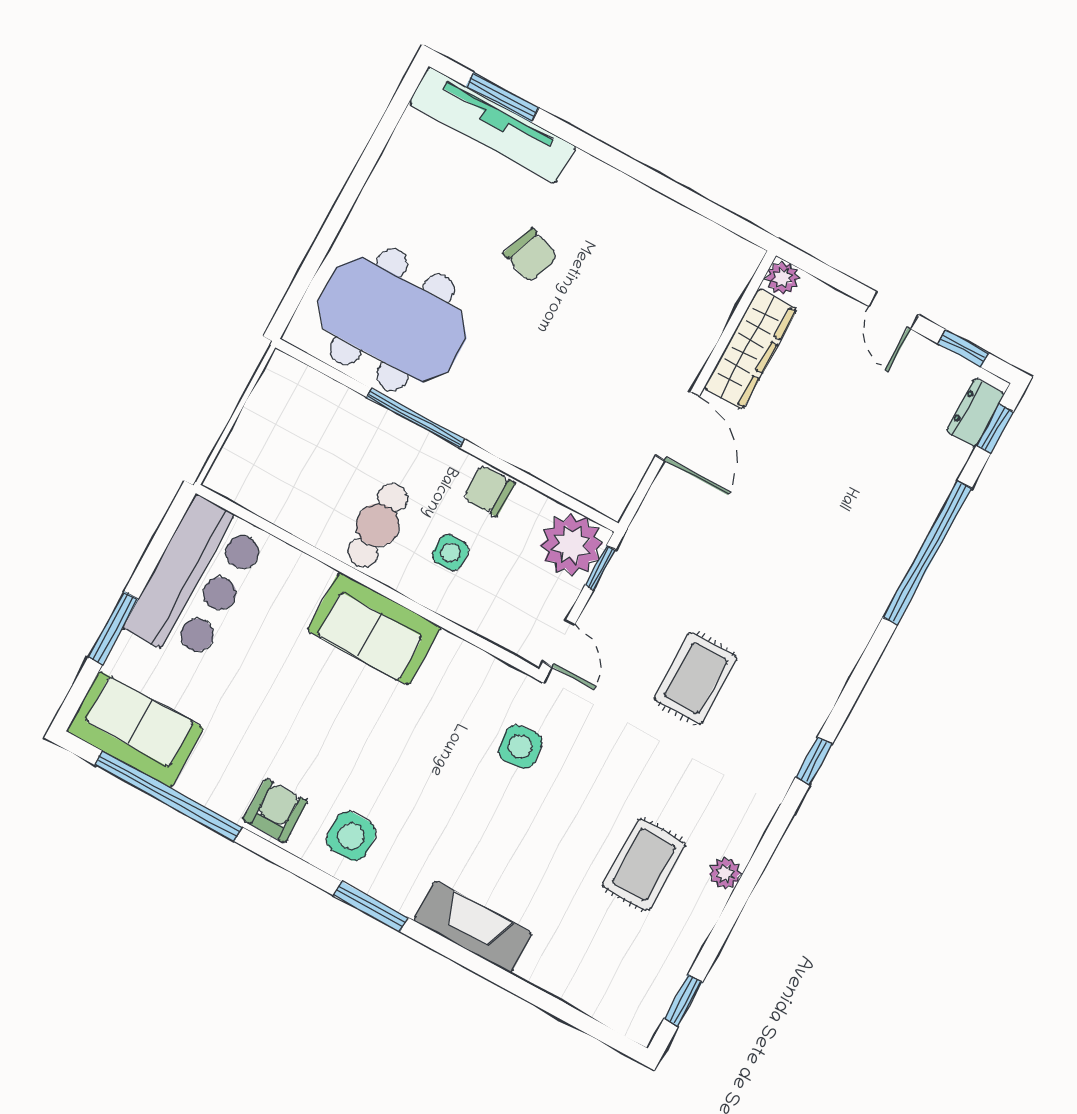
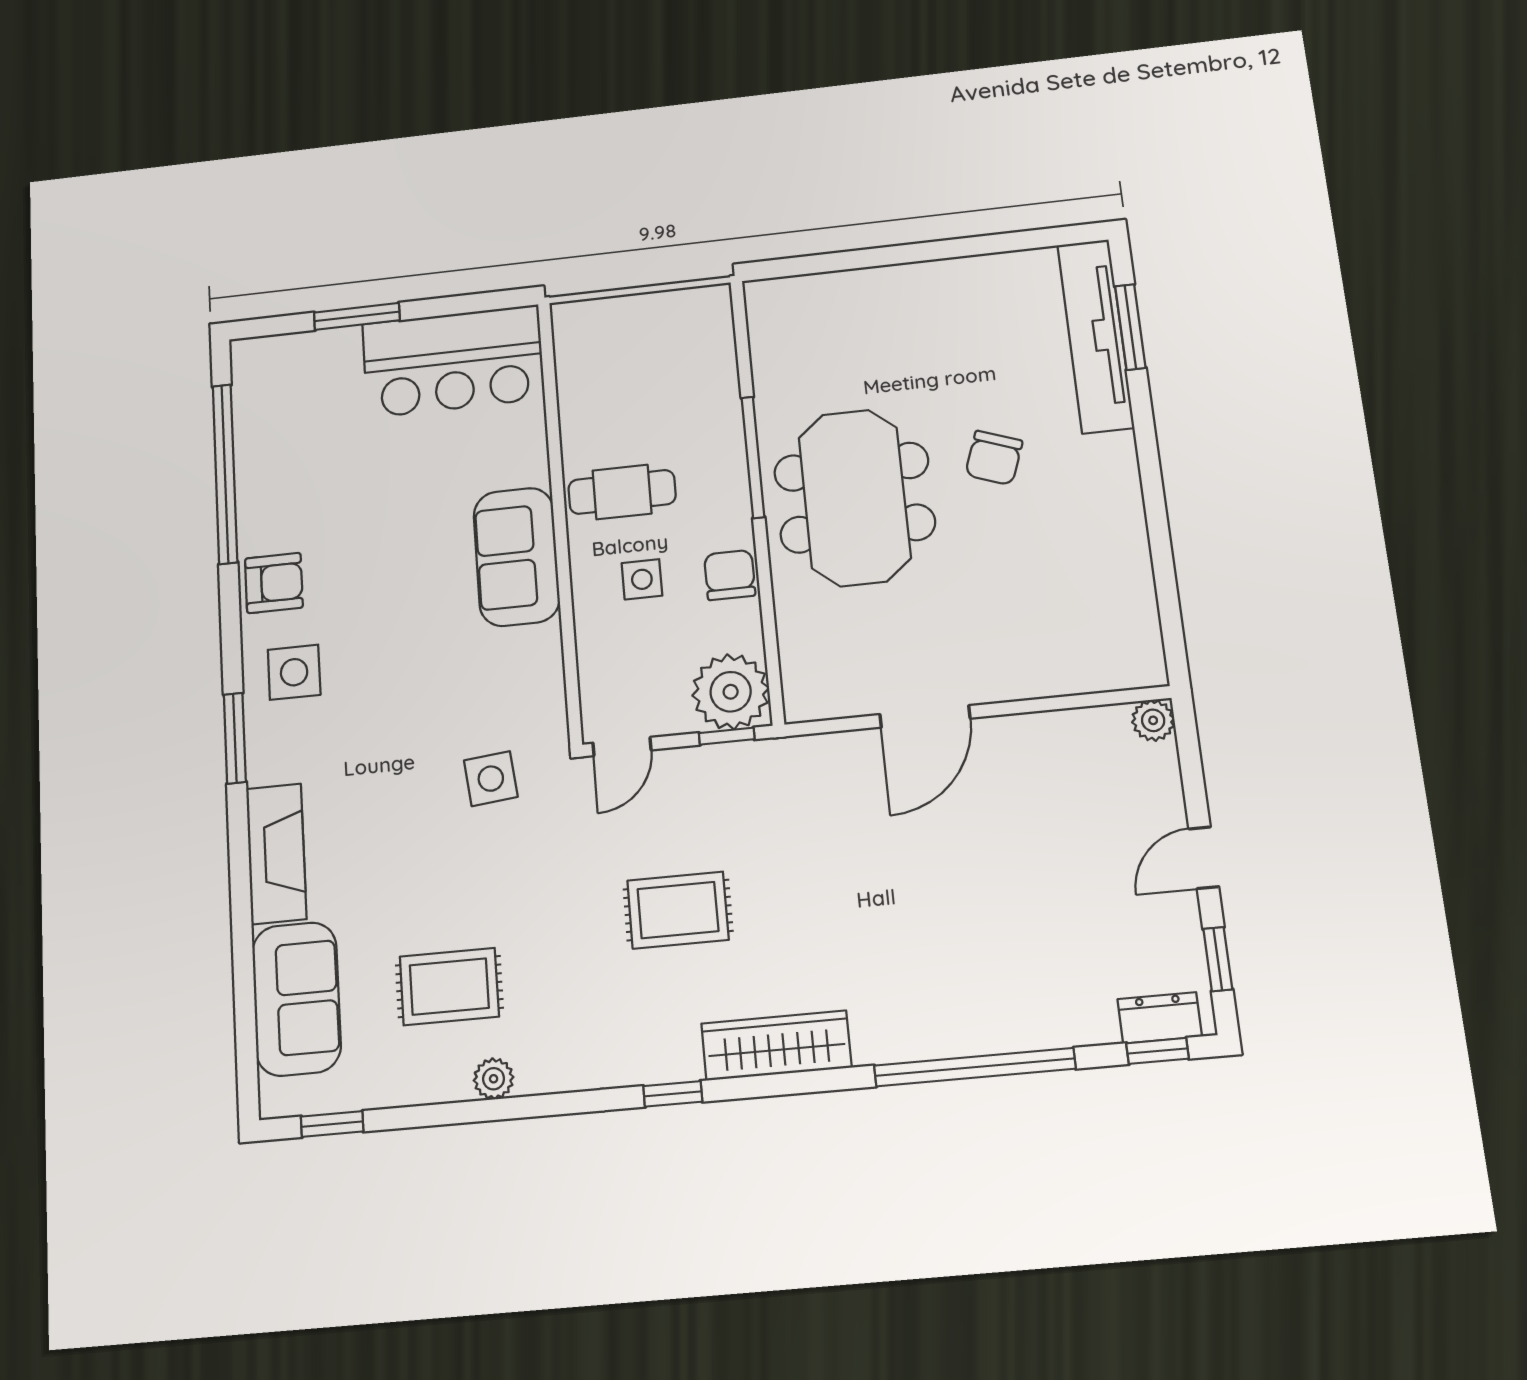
meeting table: (392, 320) -> (854, 498), moved
wardrobe: (750, 349) -> (776, 1046), moved, turned 180
sofa: (135, 729) -> (296, 999), moved

